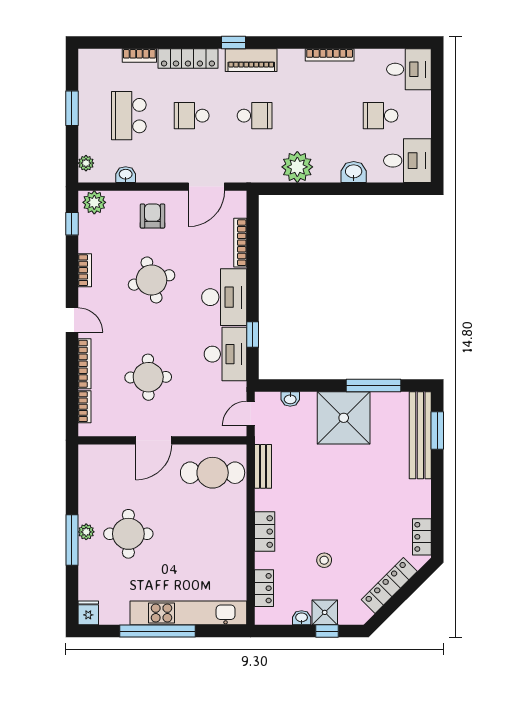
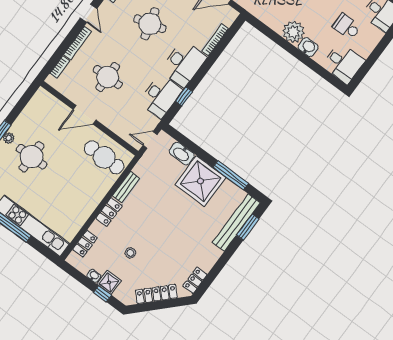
plant: (297, 167) -> (294, 32), moved
washbasin: (290, 399) -> (182, 153), width x1.91, depth x1.45
bench: (263, 466) -> (126, 187), moved

